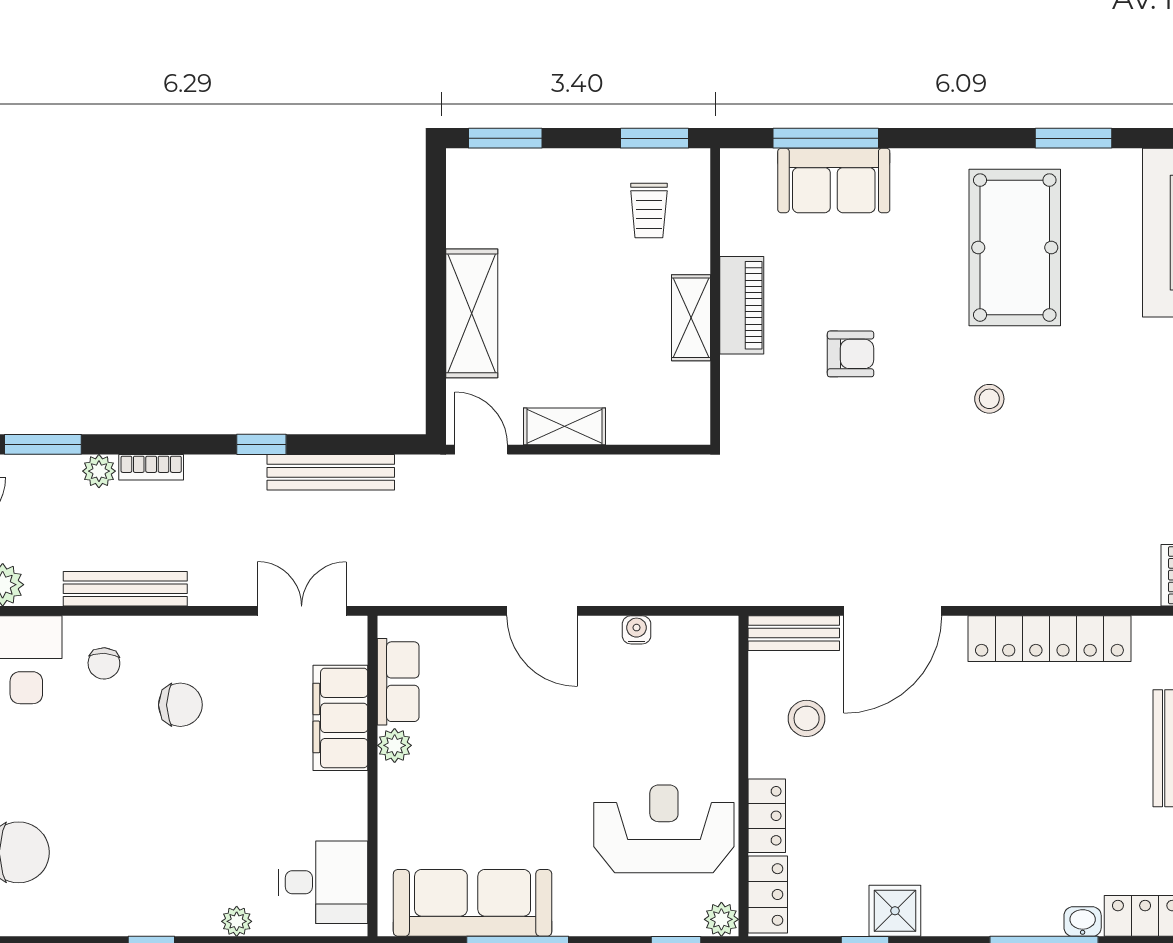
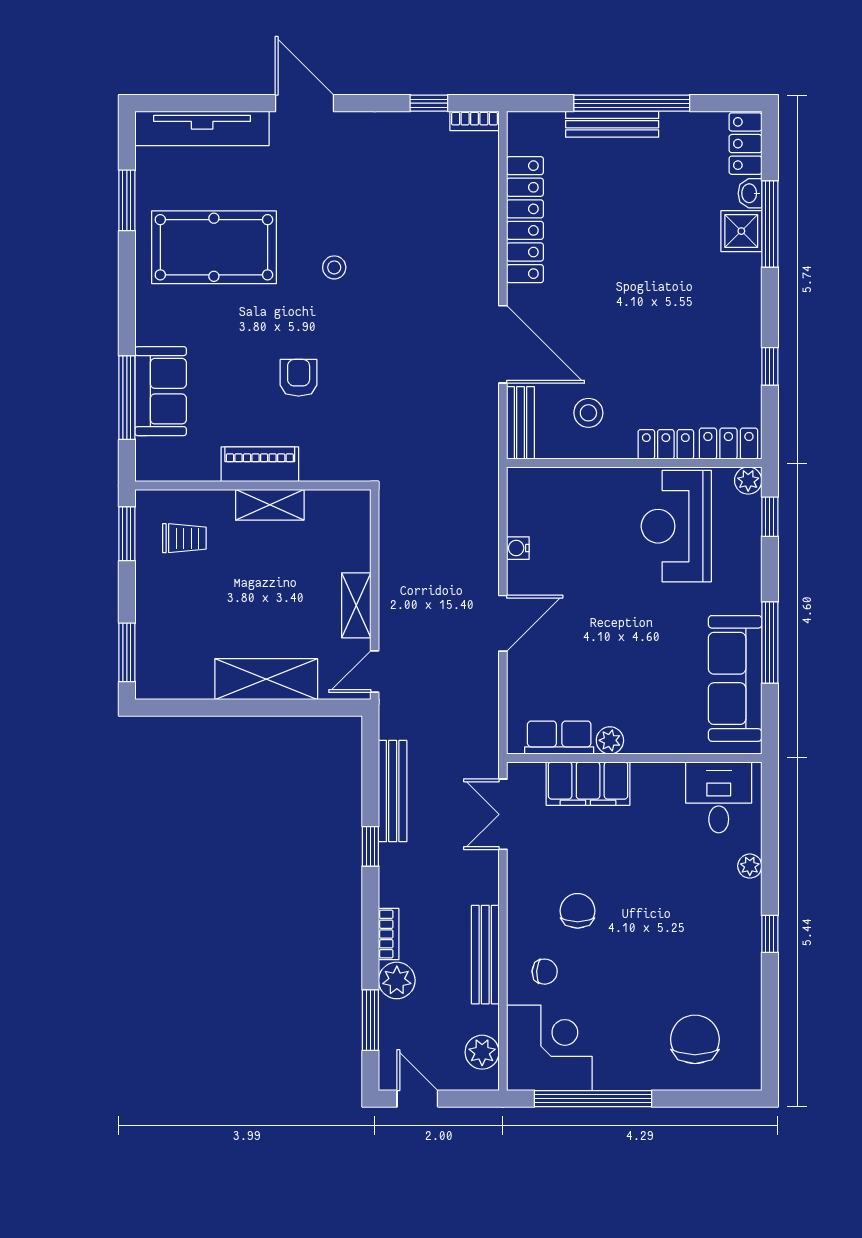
plant: (99, 471) -> (397, 980), width x1.38, depth x1.38
shower: (895, 911) -> (741, 231), moved

